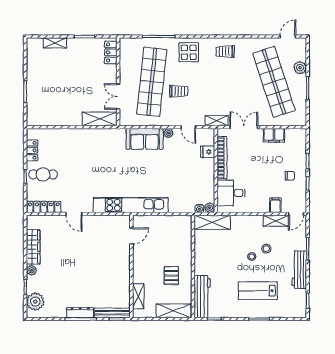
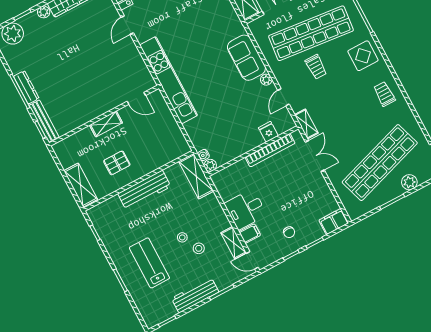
filing cabinet: (274, 135) -> (334, 222), moved, turned 90
desk: (231, 193) -> (246, 209), moved, turned -90
shelving: (138, 296) -> (106, 124), moved
workbench: (202, 297) -> (144, 190), moved

